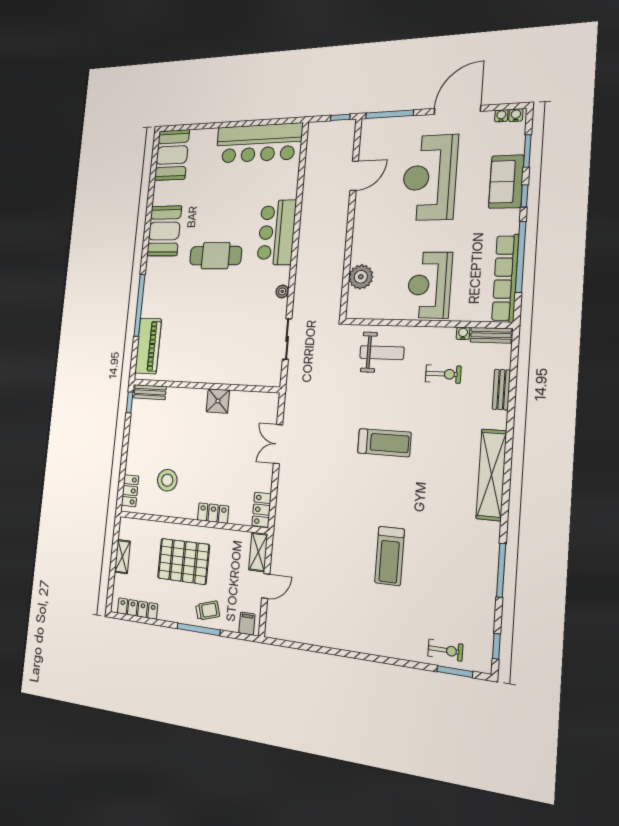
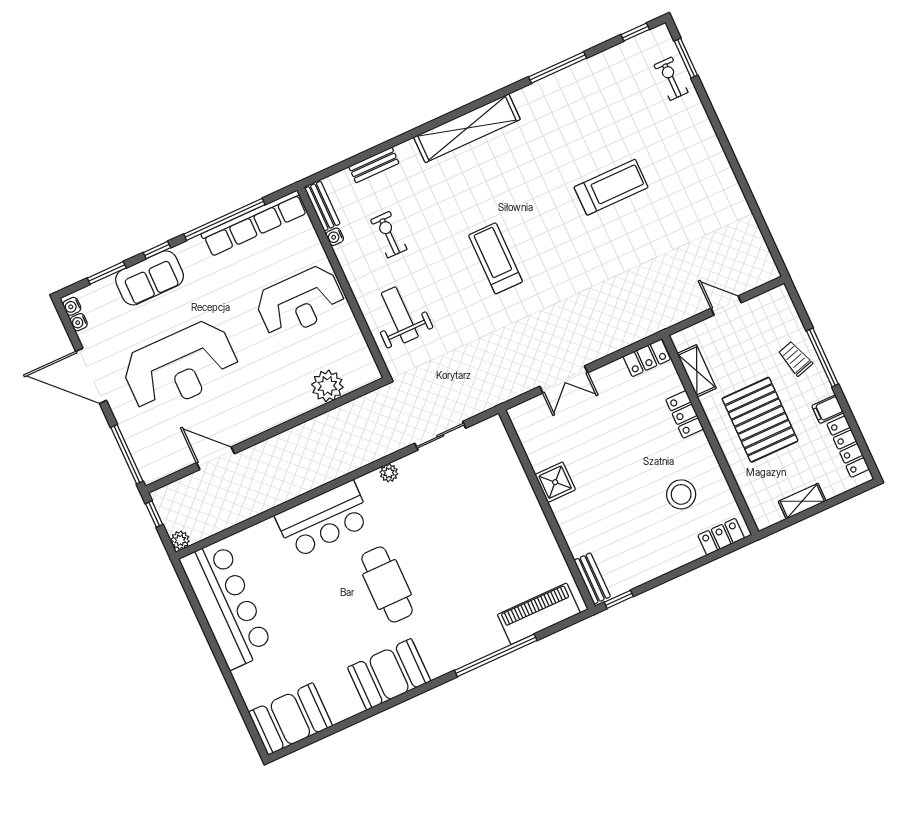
plant: (314, 128) -> (180, 540), added
shelving: (258, 552) -> (697, 371), moved, turned 90
filing cabinet: (247, 624) -> (828, 409), moved

